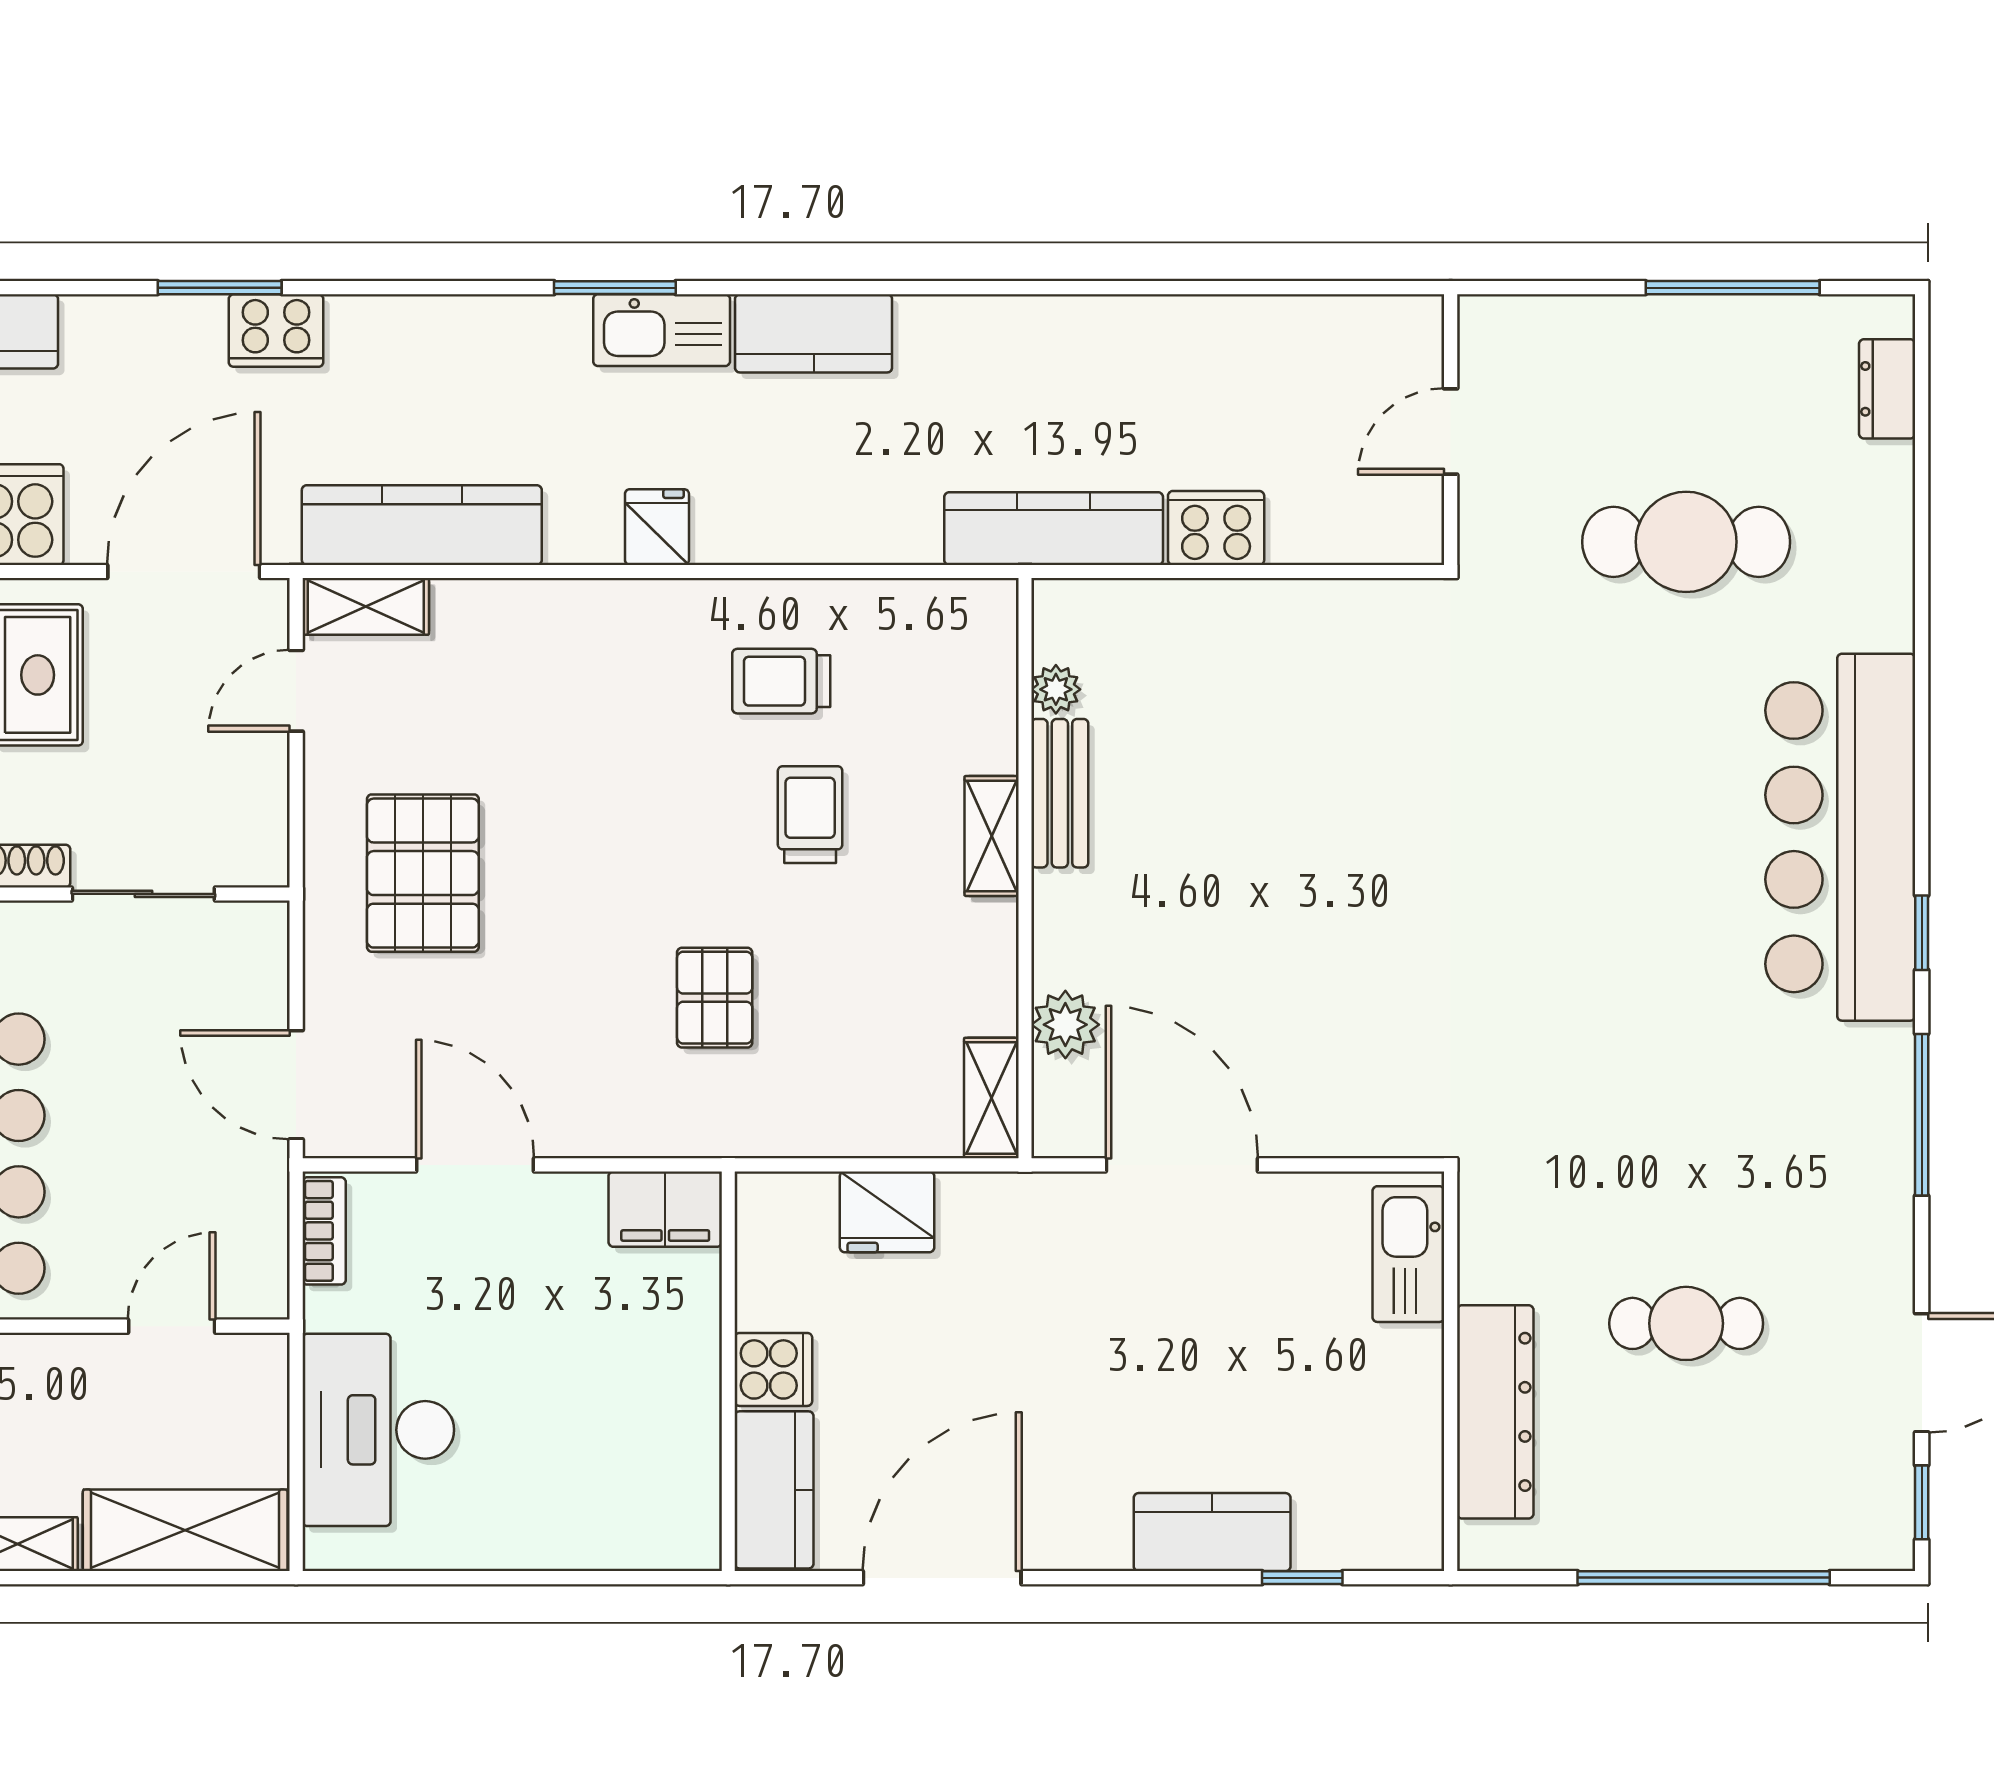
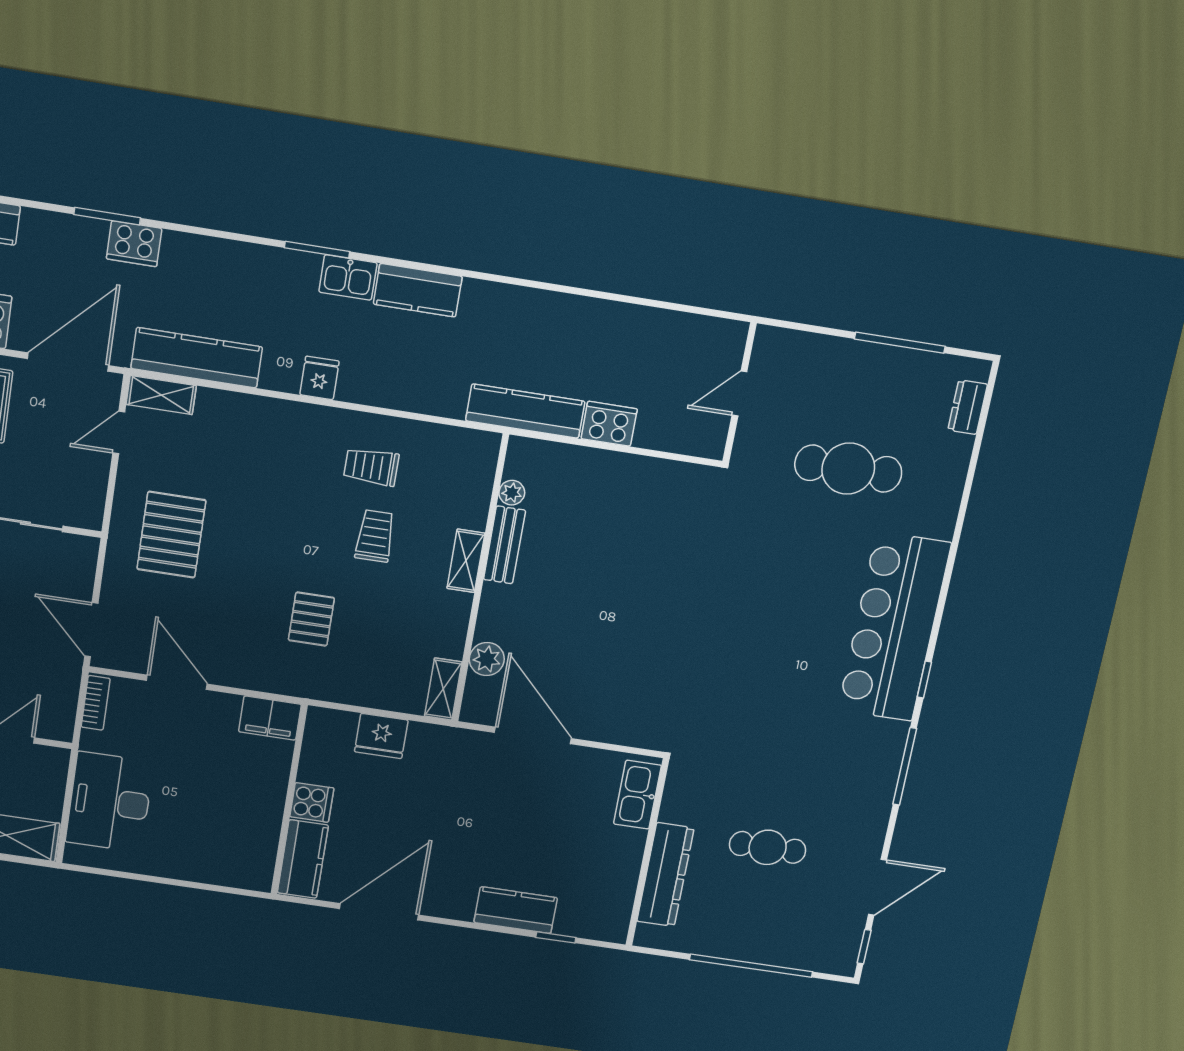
kitchen sink: (662, 330) -> (348, 277), width x0.73

